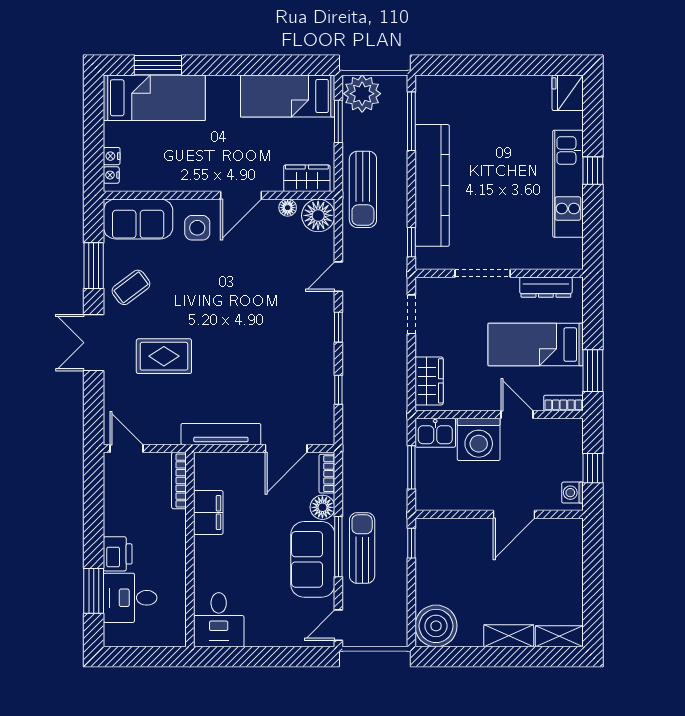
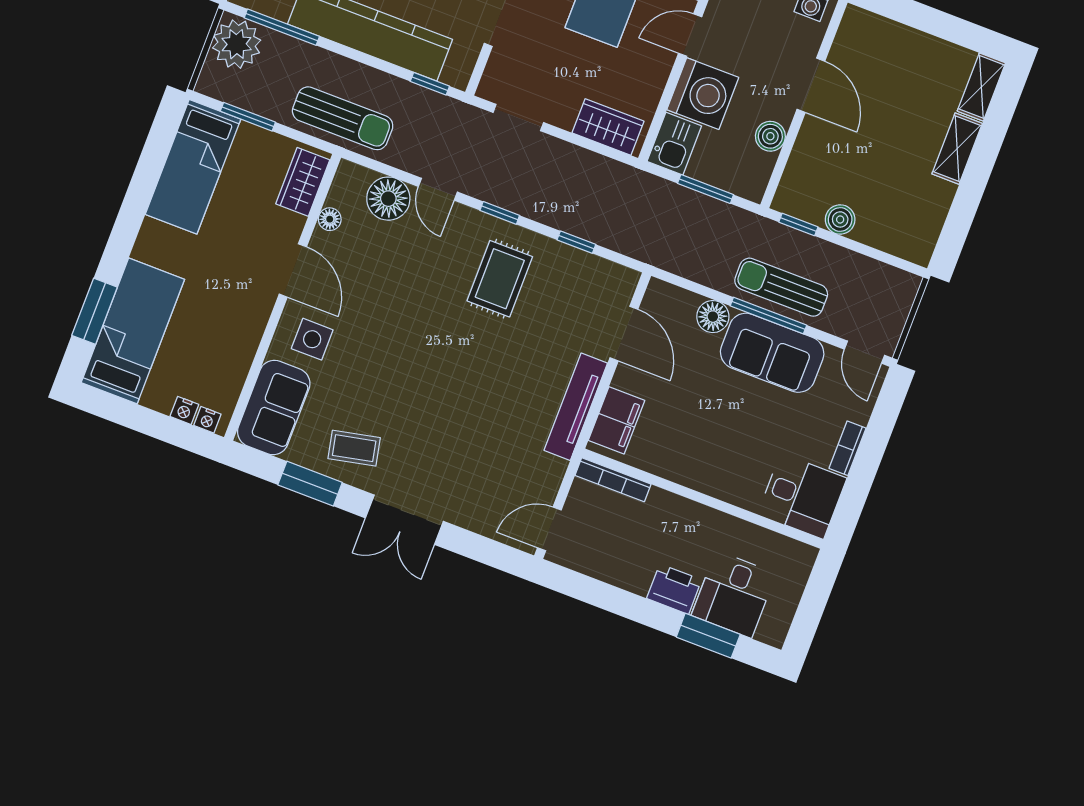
plant: (362, 94) -> (237, 44), moved
floor lamp: (318, 215) -> (388, 199), moved
coffee table: (131, 287) -> (354, 448), turned -65
rug: (164, 356) -> (500, 279), moved
bookcase: (327, 474) -> (848, 448), moved, turned 90
boiler: (467, 499) -> (770, 136), added
filing cabinet: (208, 512) -> (616, 420), moved, turned 90
boiler: (436, 626) -> (840, 219), moved, width x0.54, depth x0.54

